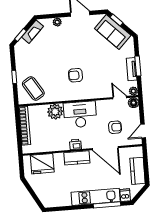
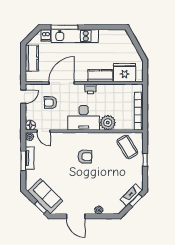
fireplace: (32, 32) -> (131, 195), moved
door: (105, 148) -> (62, 83), hinge flipped
kitchen counter: (77, 158) -> (100, 76), moved

